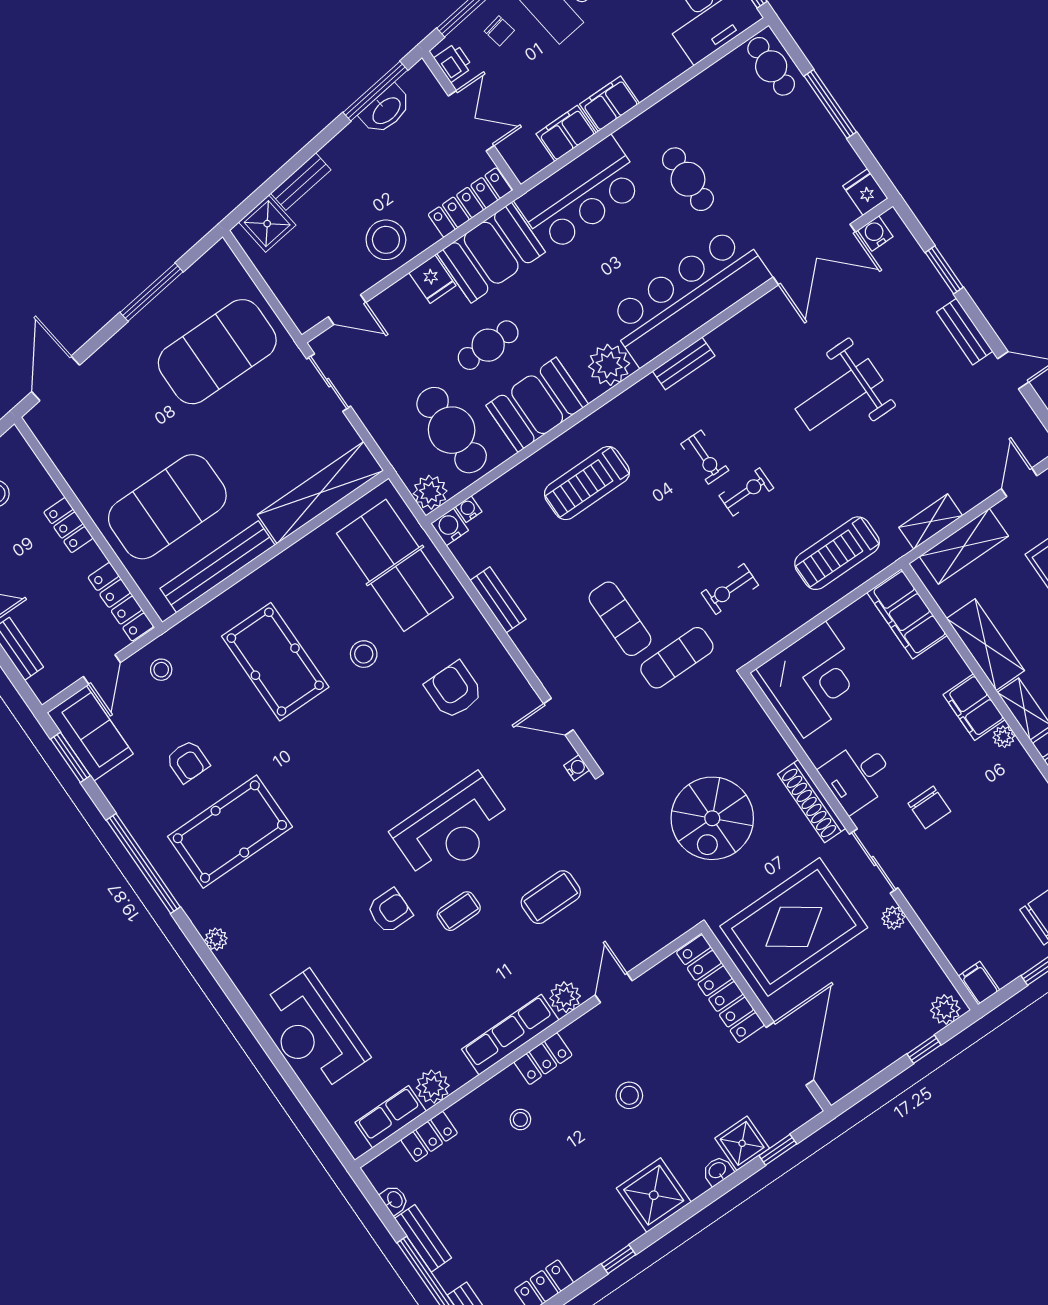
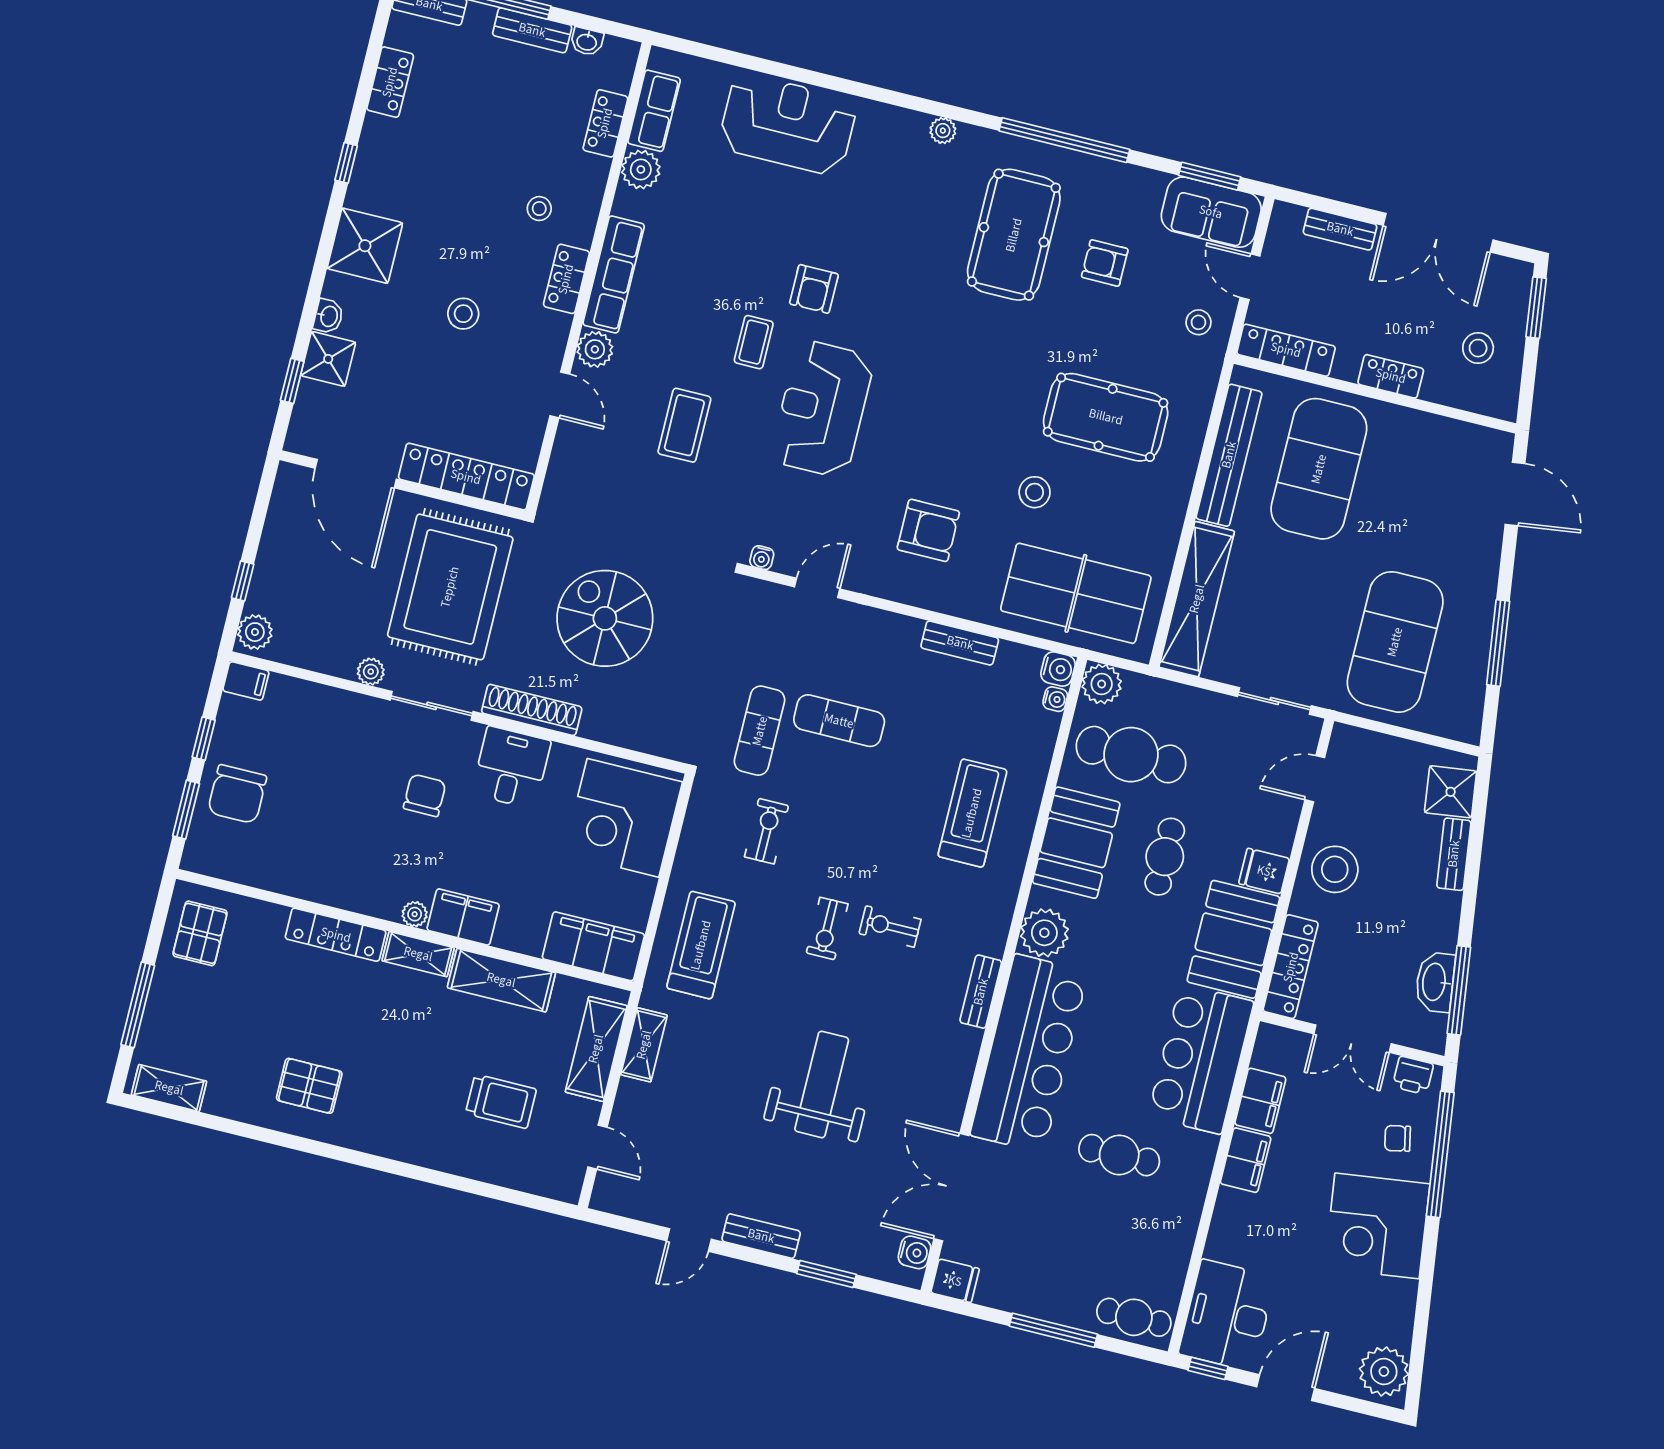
chair: (929, 807) -> (425, 795), turned 90

